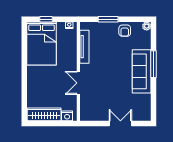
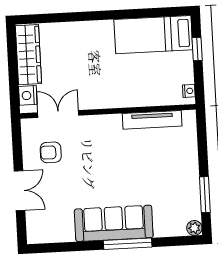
window: (108, 19) -> (205, 195), moved
armchair: (125, 31) -> (51, 152), moved
bed: (41, 44) -> (153, 35), width x0.67
double door: (78, 83) -> (58, 114), moved

